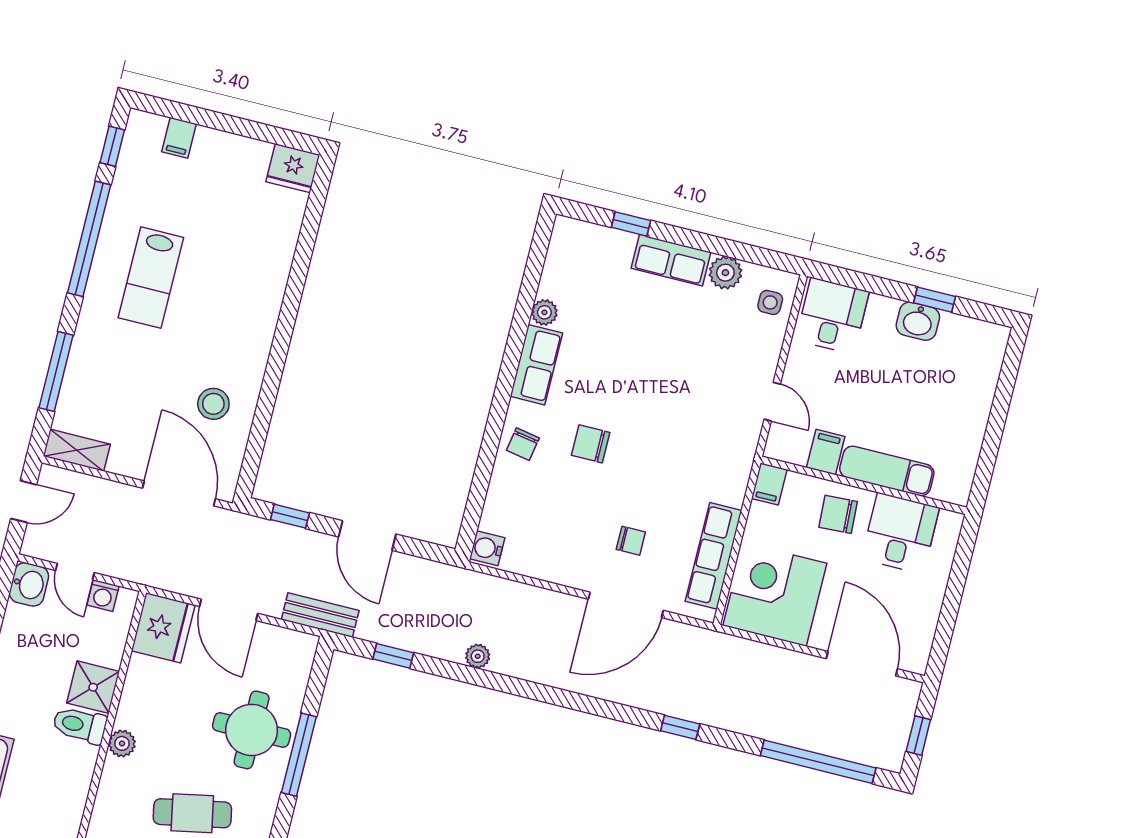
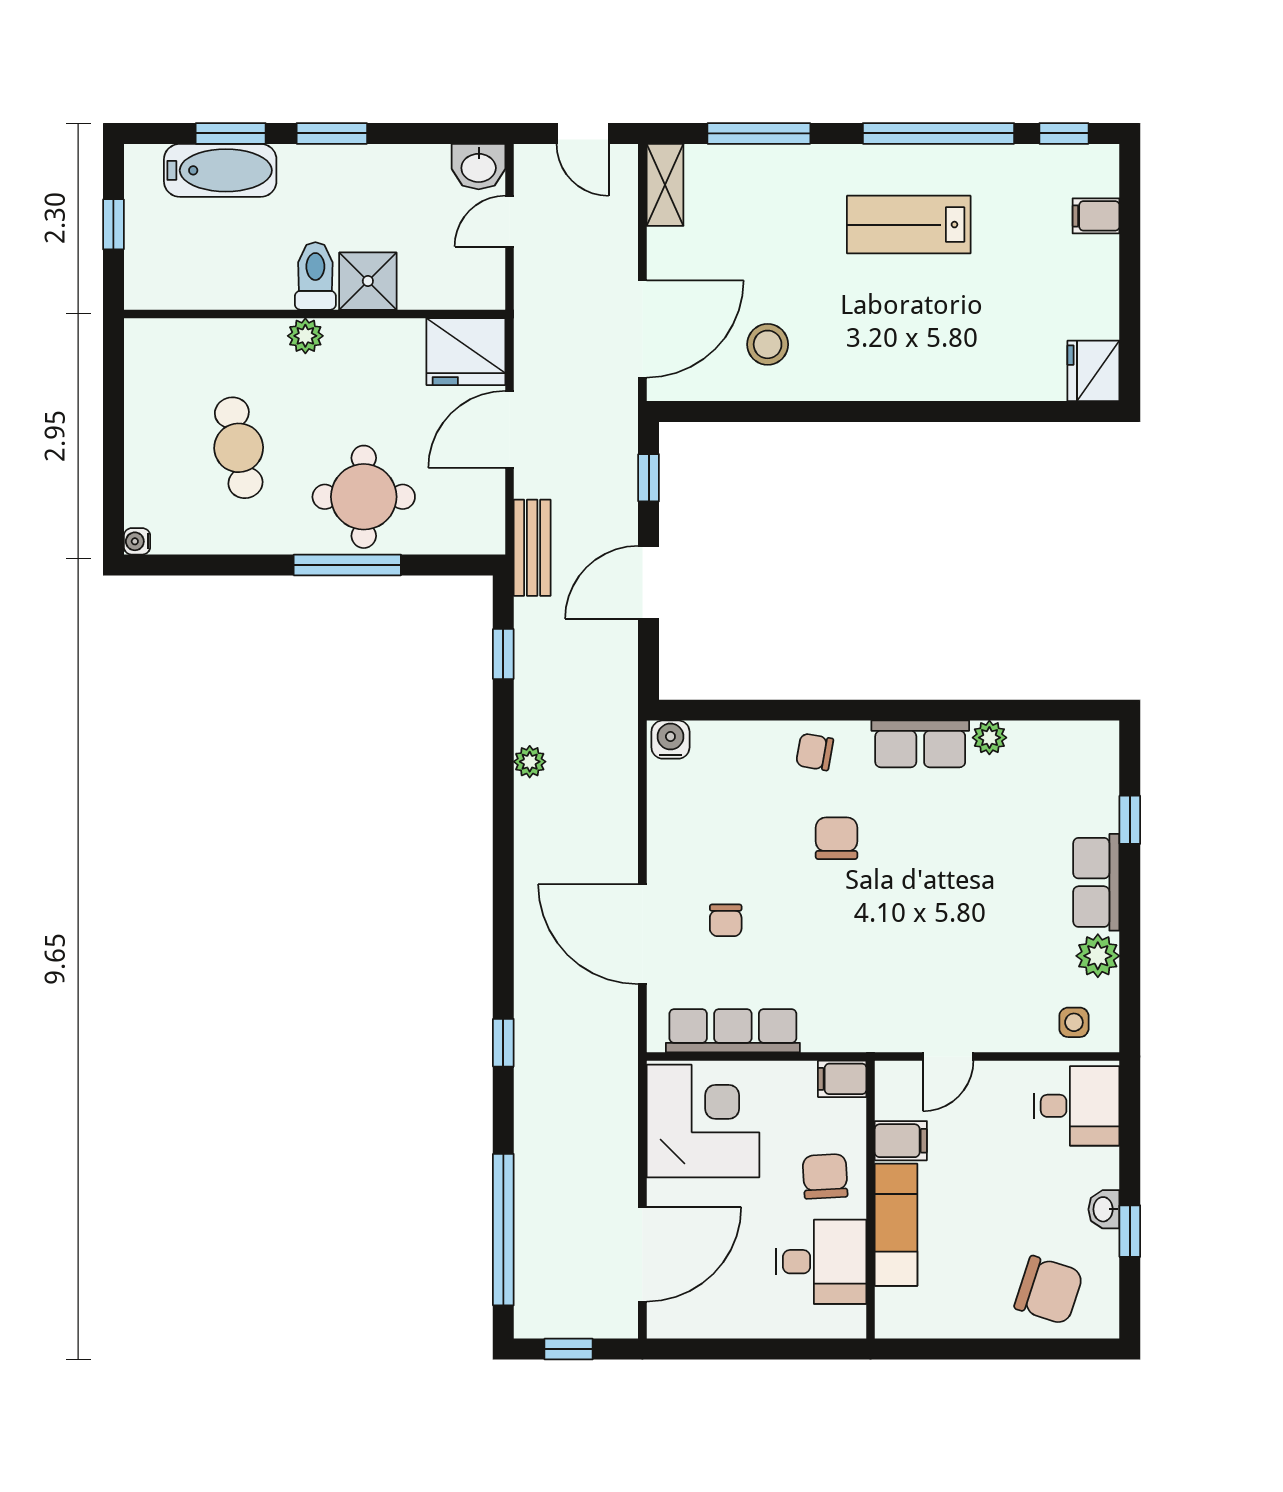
washbasin: (918, 321) -> (1104, 1209), width x0.72, depth x0.69
chair: (963, 370) -> (1049, 1290), added
washing machine: (103, 595) -> (488, 264), removed

